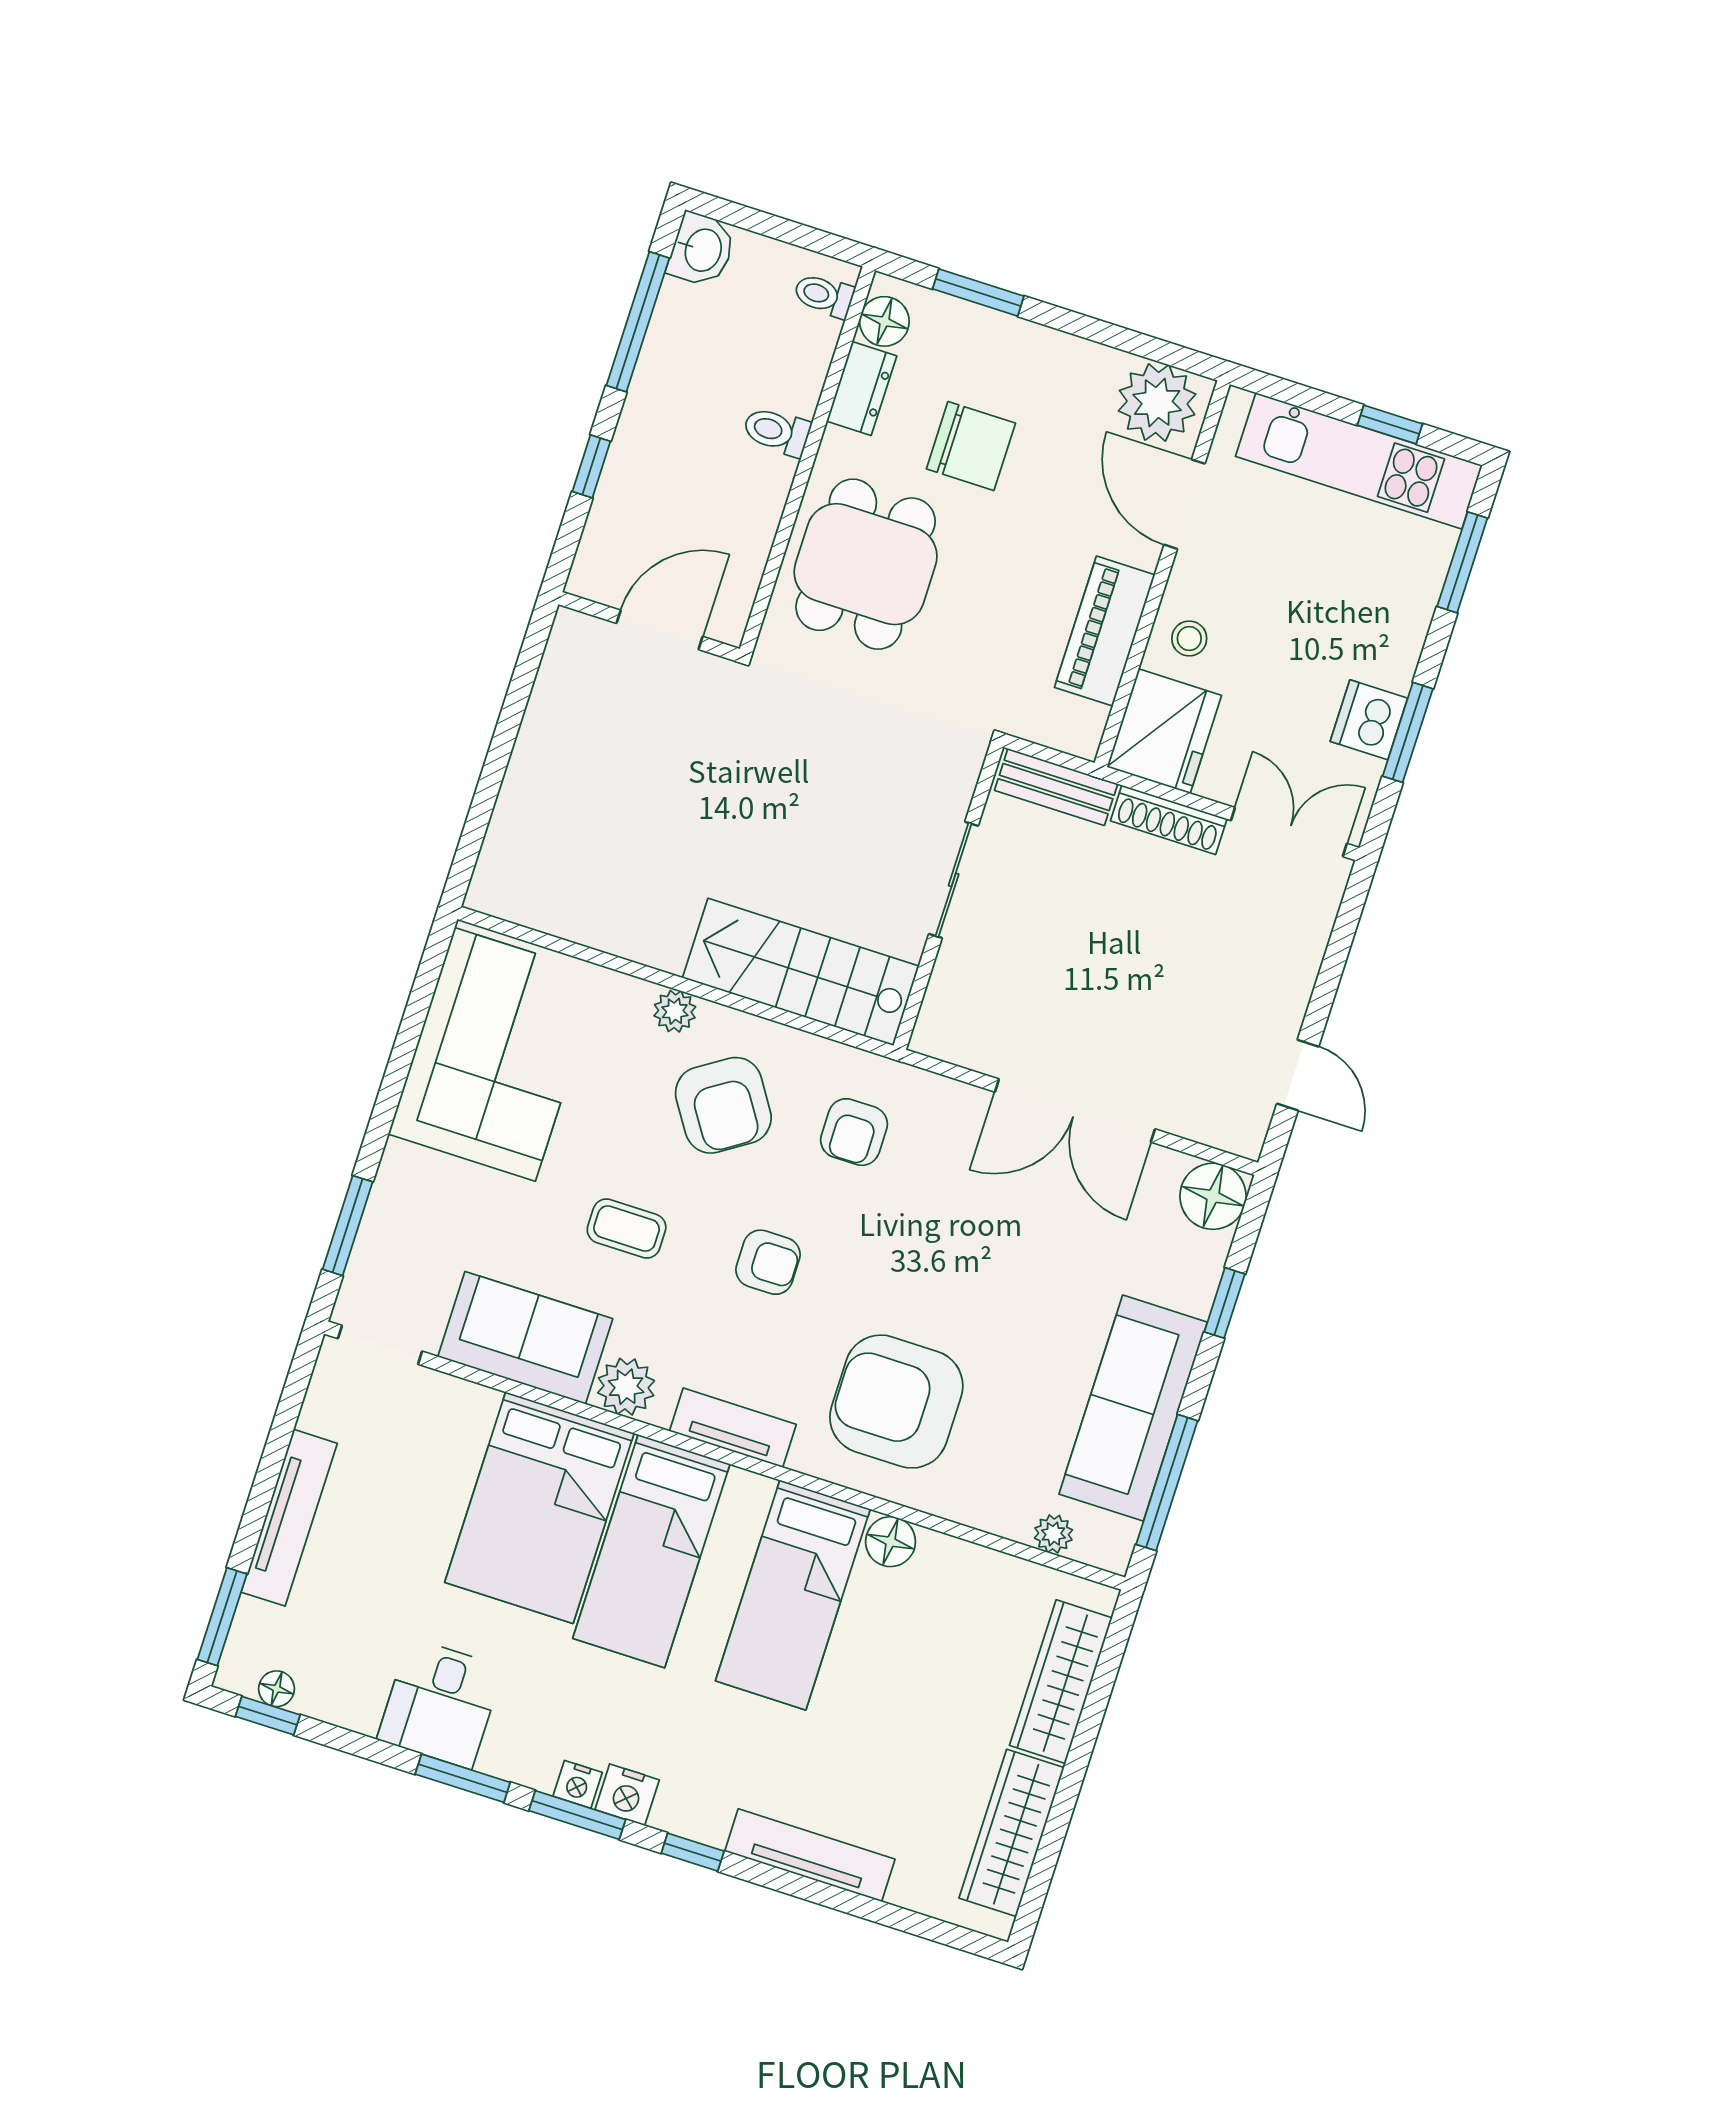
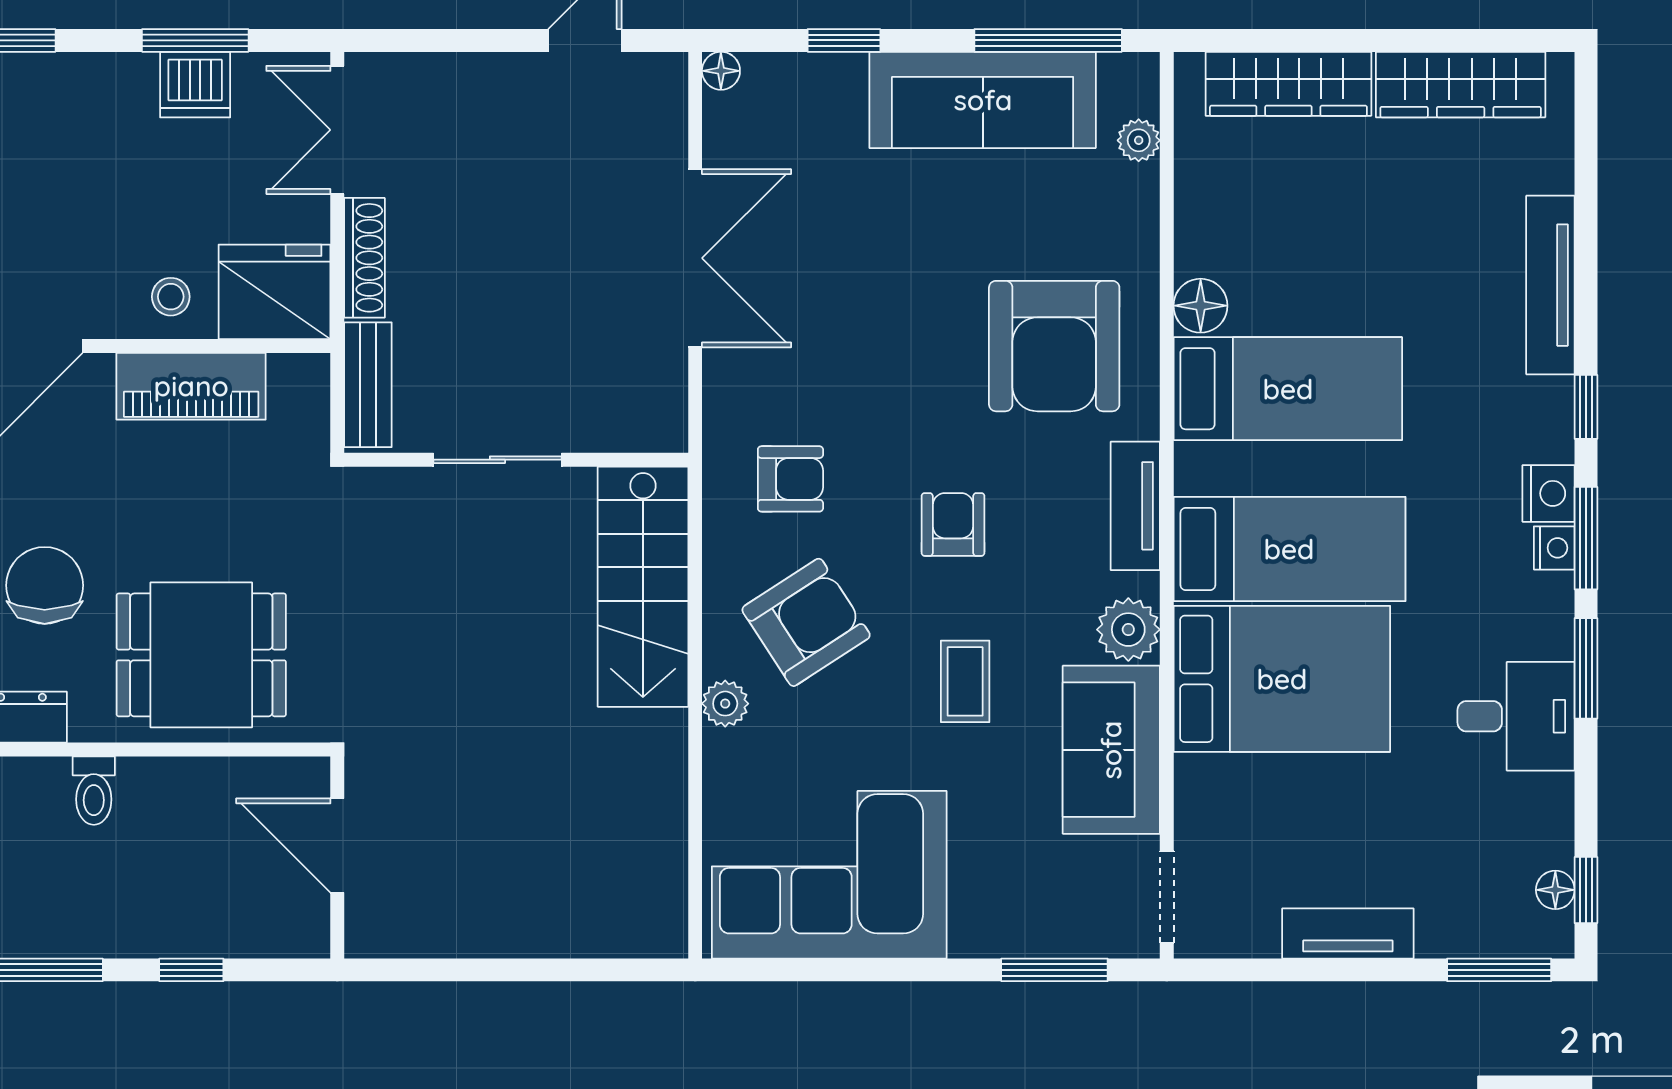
floor lamp: (1213, 1196) -> (721, 71), width x0.53, depth x0.53
tv unit: (289, 1518) -> (1348, 933), width x0.71

